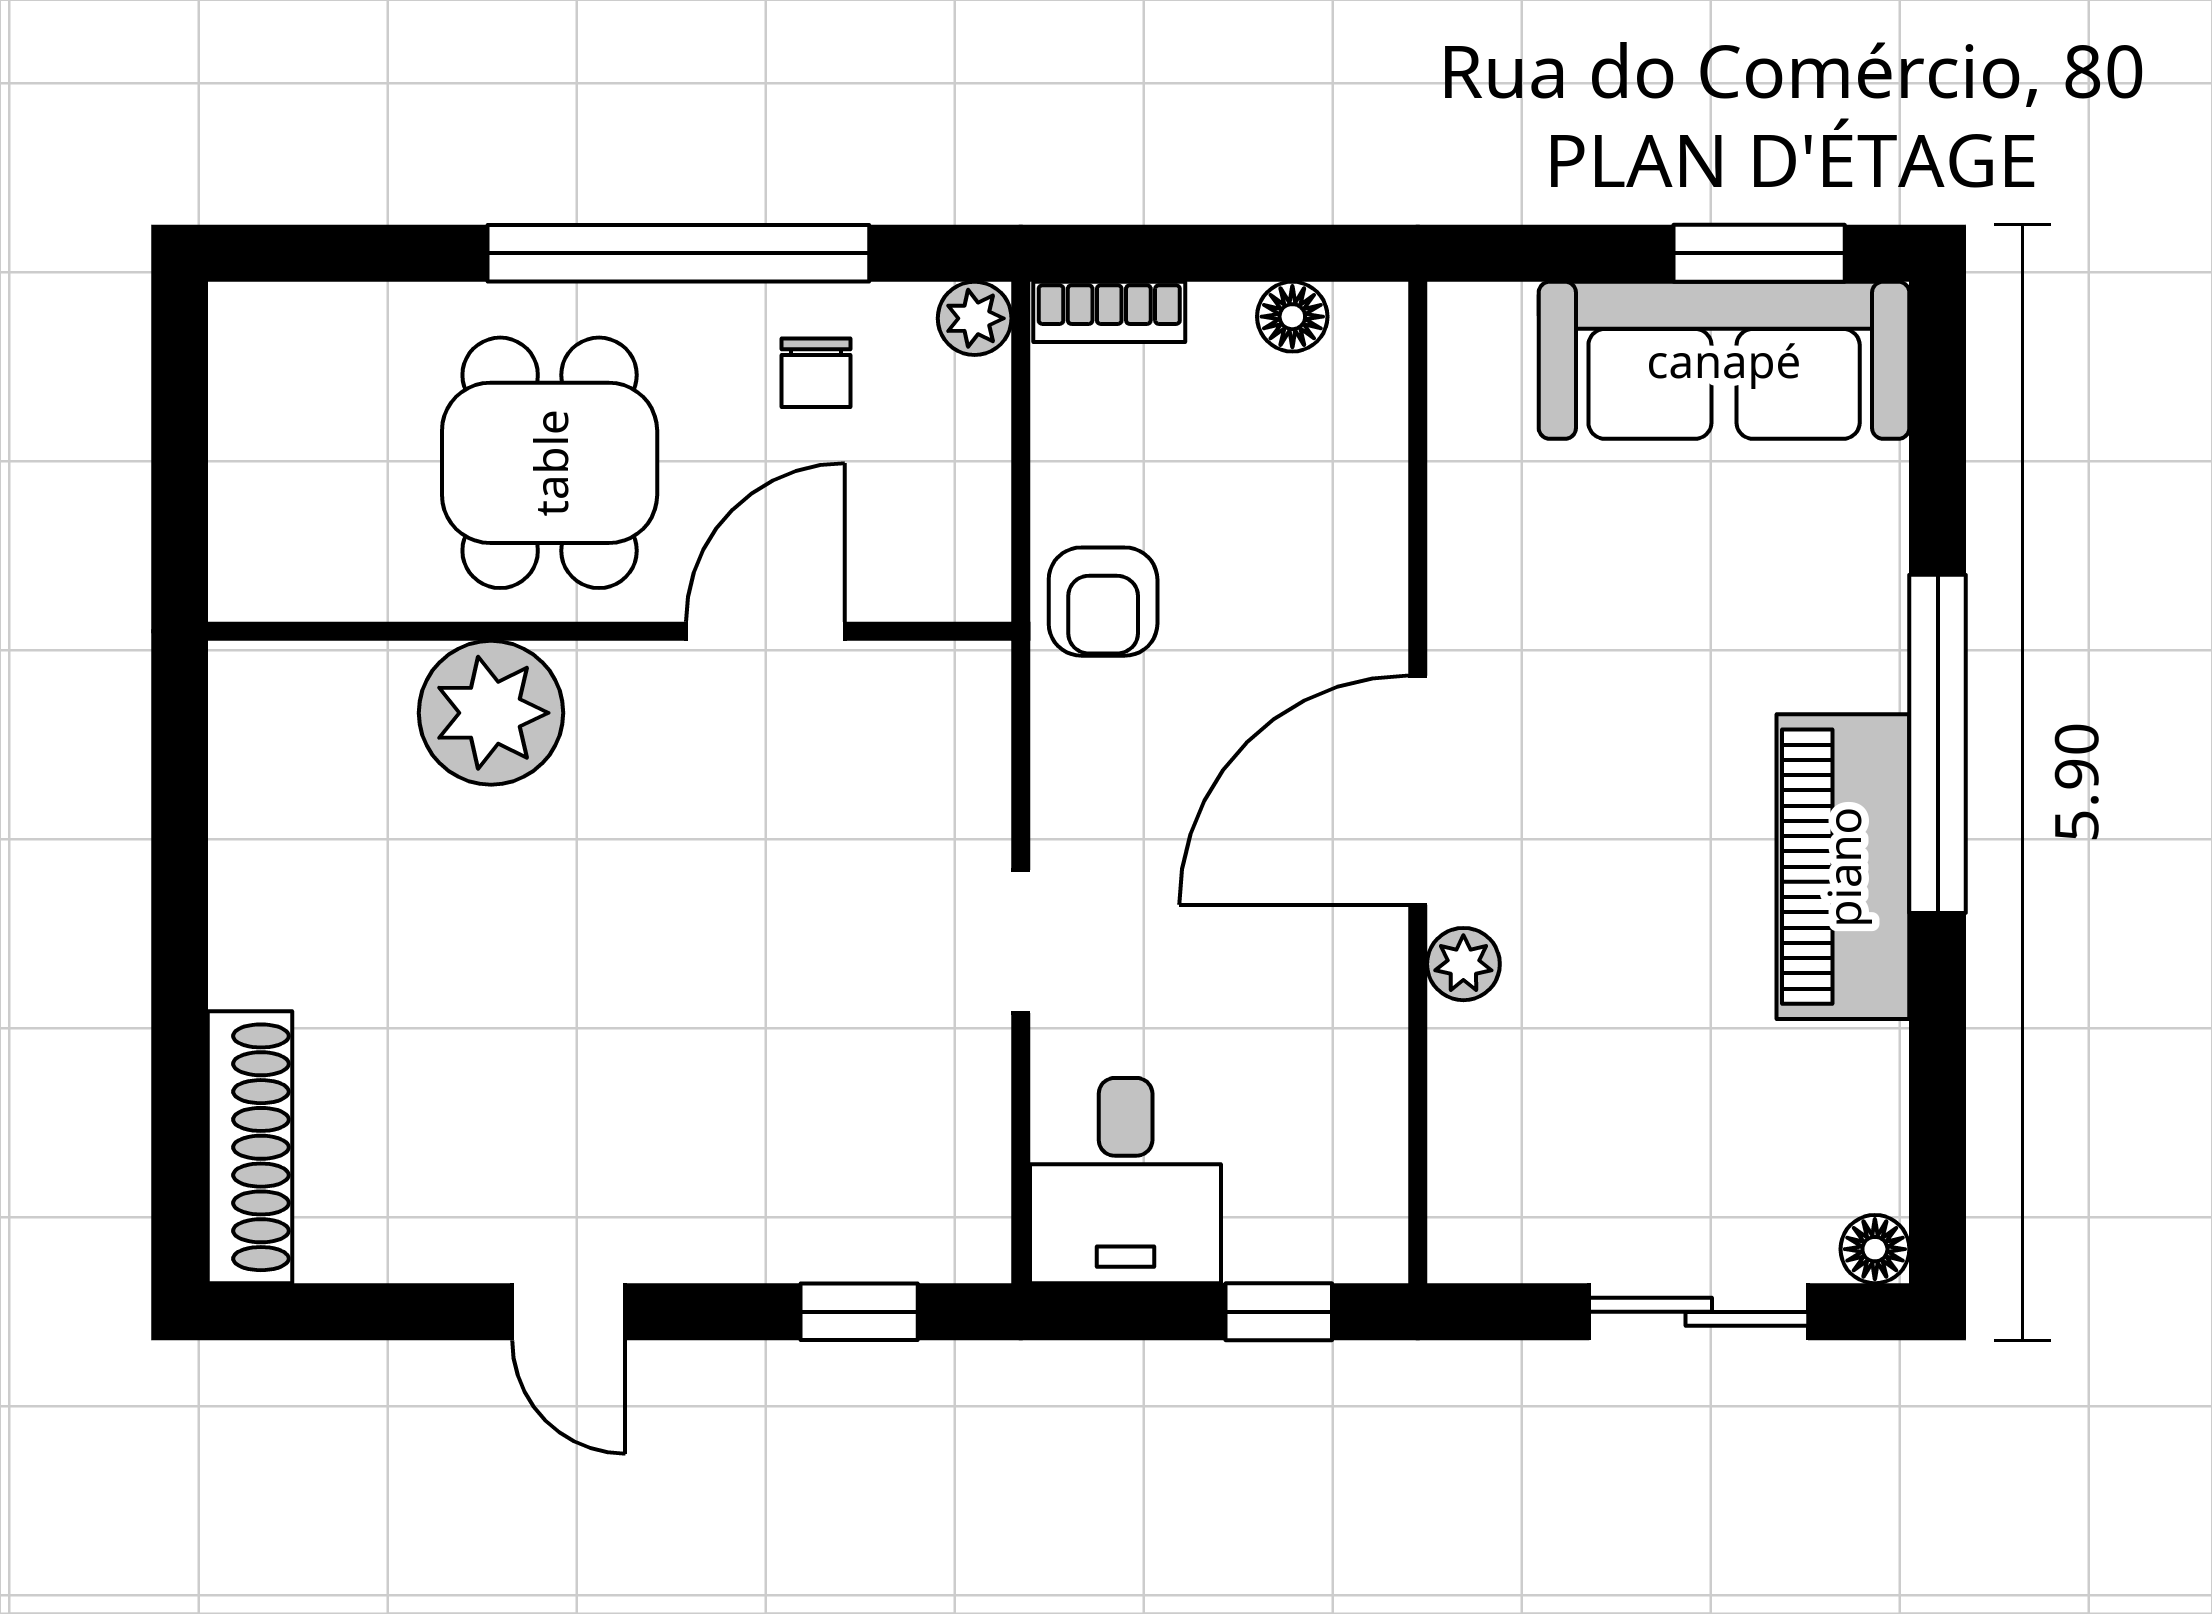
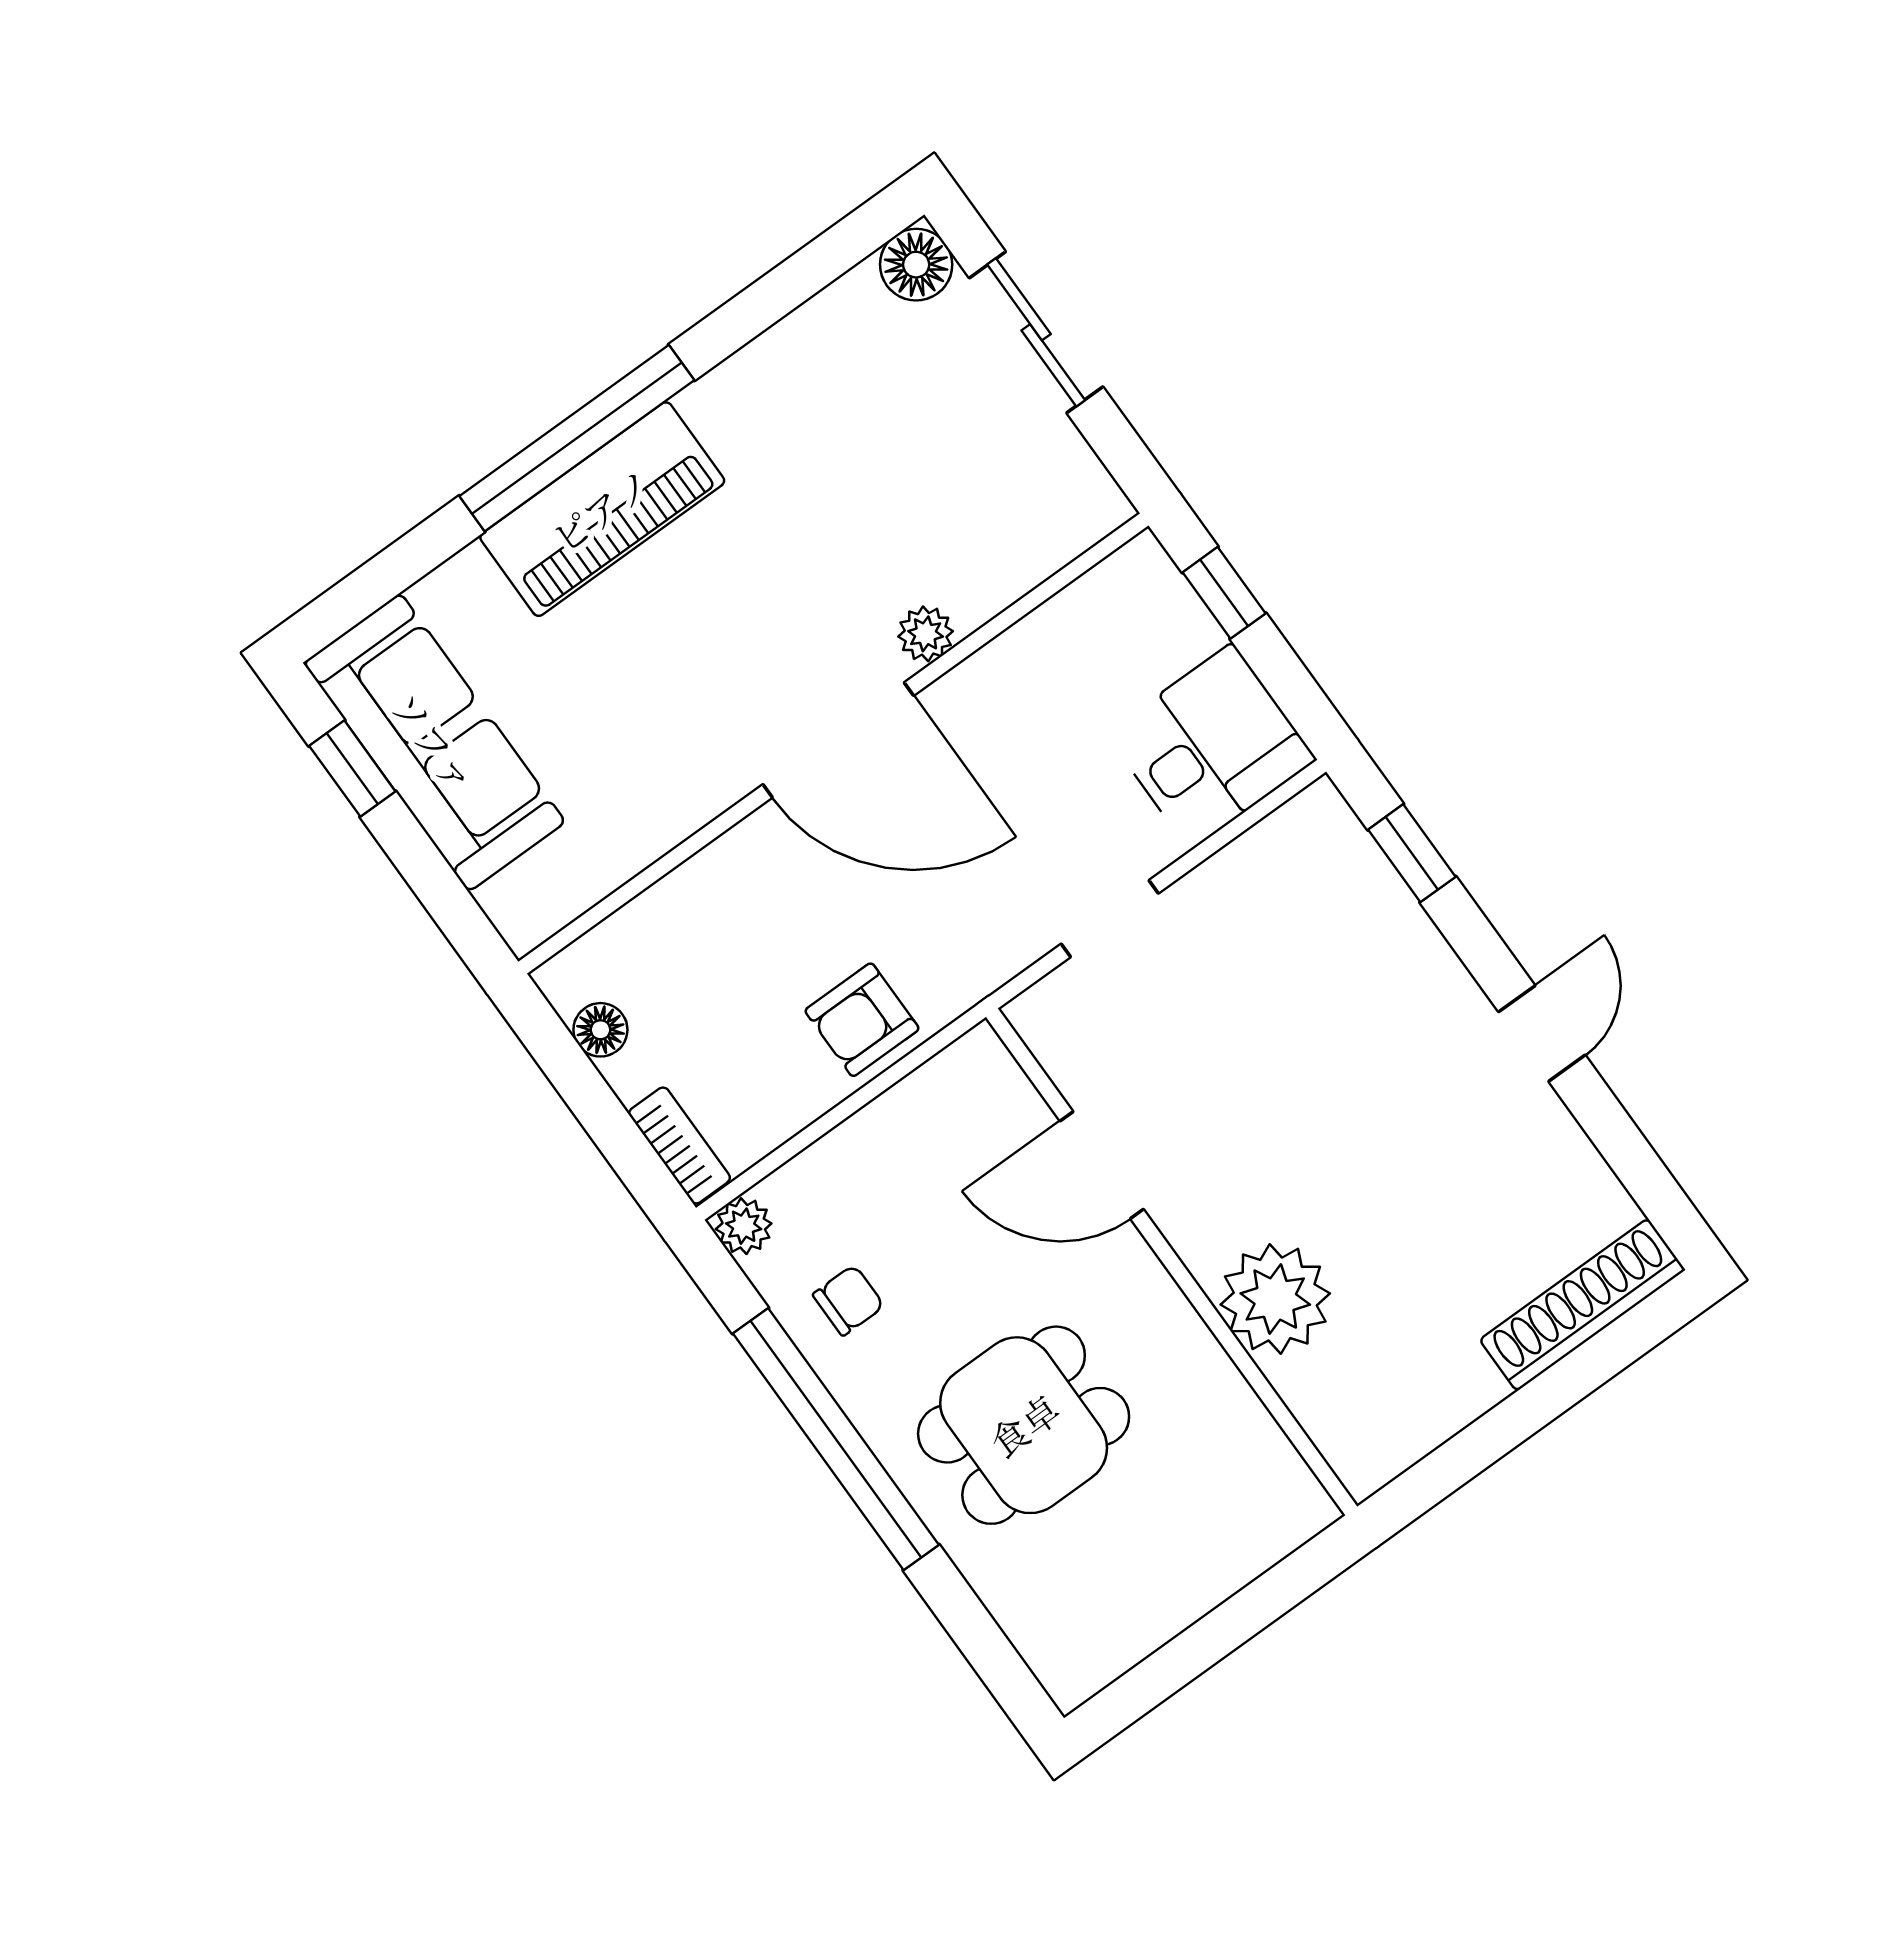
window: (1759, 253) -> (352, 769), width x0.67
armchair: (1103, 602) -> (862, 1020), turned 180
wall: (610, 631) -> (1172, 1262), moved
door: (766, 631) -> (1102, 1165), moved
plant: (491, 713) -> (1275, 1299), moved
piano: (1843, 867) -> (602, 509), moved
floor lamp: (1875, 1249) -> (916, 265), width x1.37, depth x1.37

